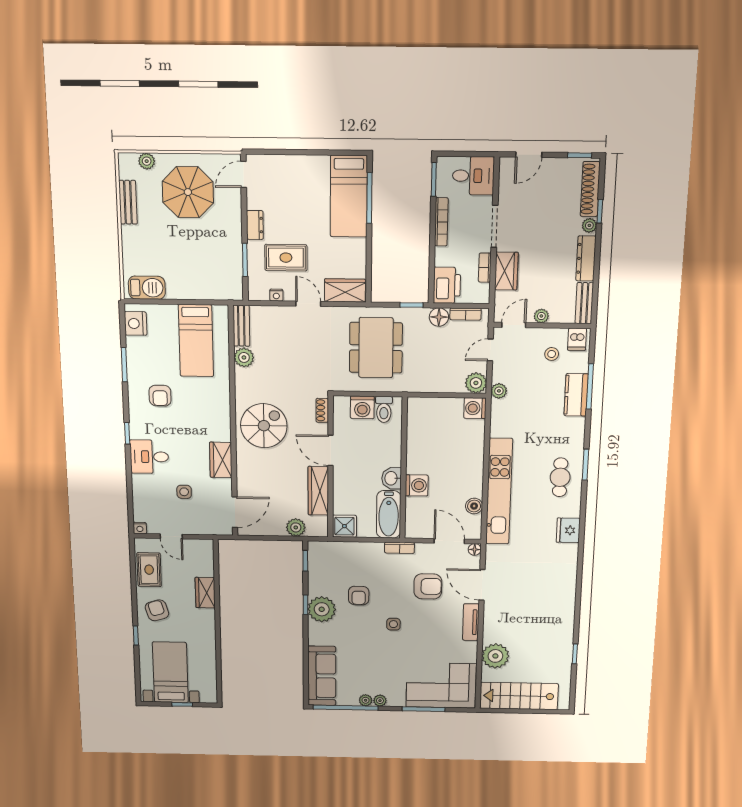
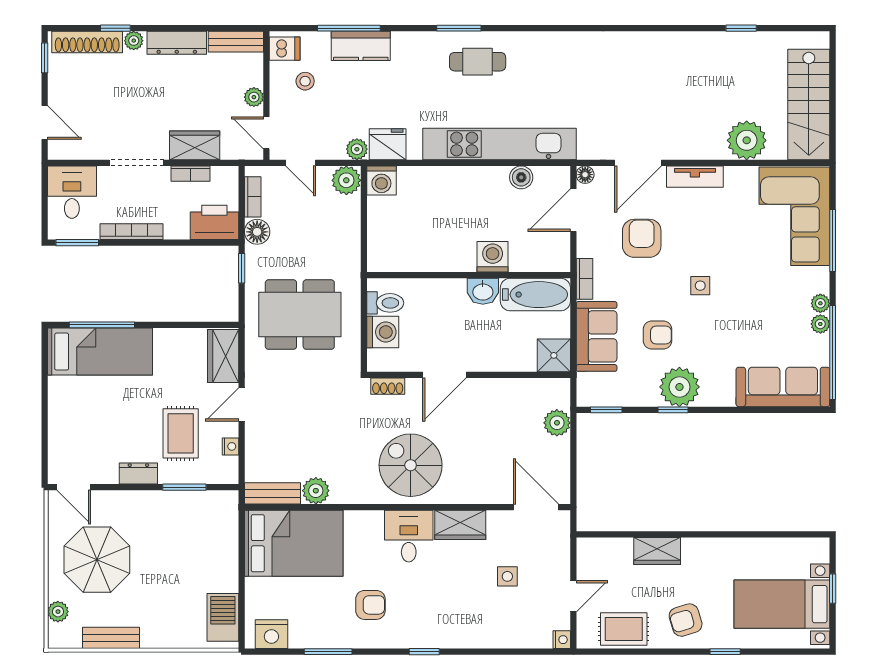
bed: (196, 341) -> (294, 543), width x1.50
desk: (149, 457) -> (409, 536), moved, turned 180
wardrobe: (318, 491) -> (503, 392), removed
fridge: (568, 530) -> (388, 144), moved, turned 180
sofa: (358, 555) -> (597, 336), added

